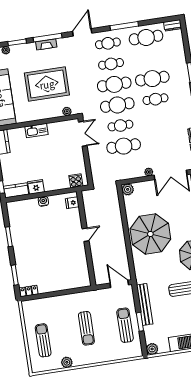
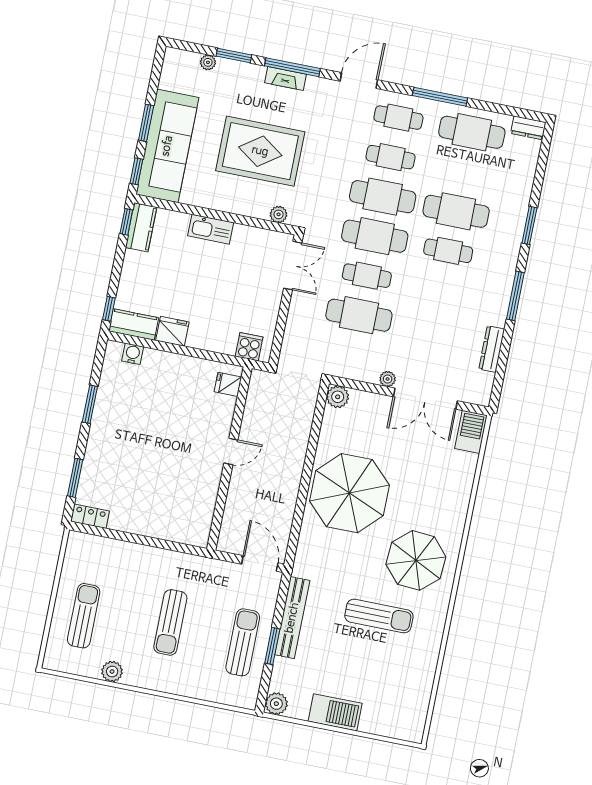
water cooler: (43, 201) -> (133, 354), moved

